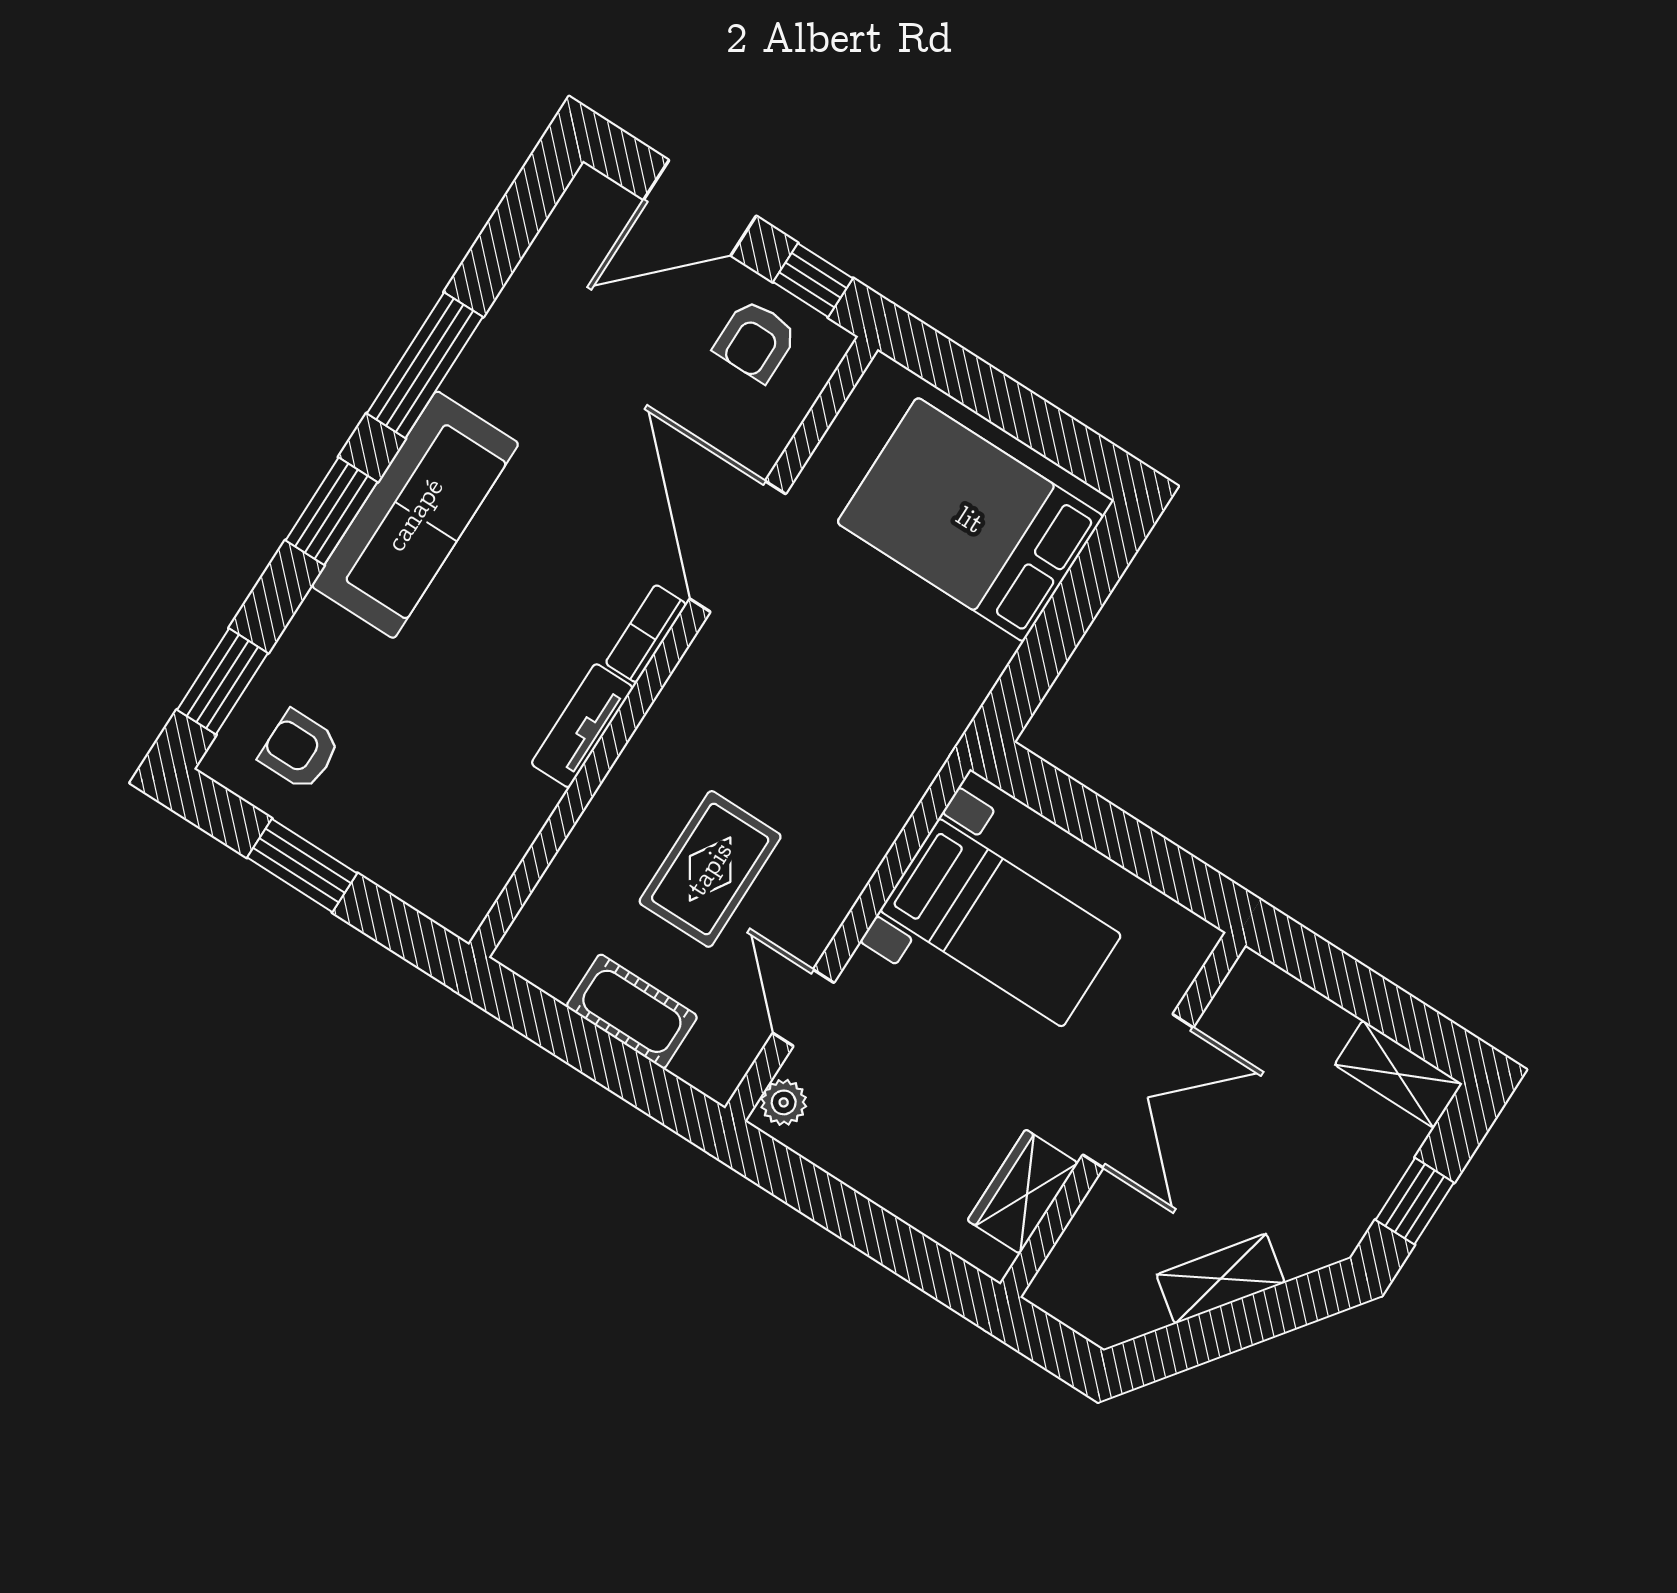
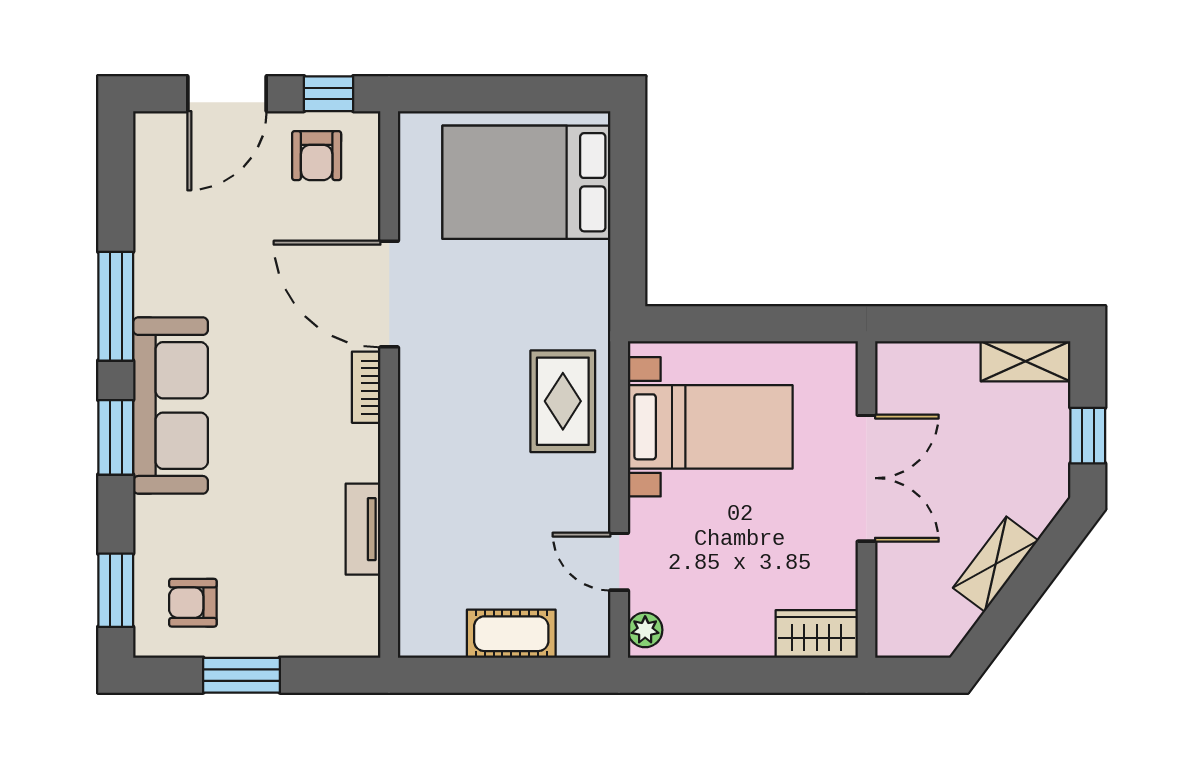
tv unit: (582, 726) -> (363, 529), moved
rug: (710, 869) -> (563, 401), moved
wardrobe: (1023, 1192) -> (817, 634), moved, turned 90

